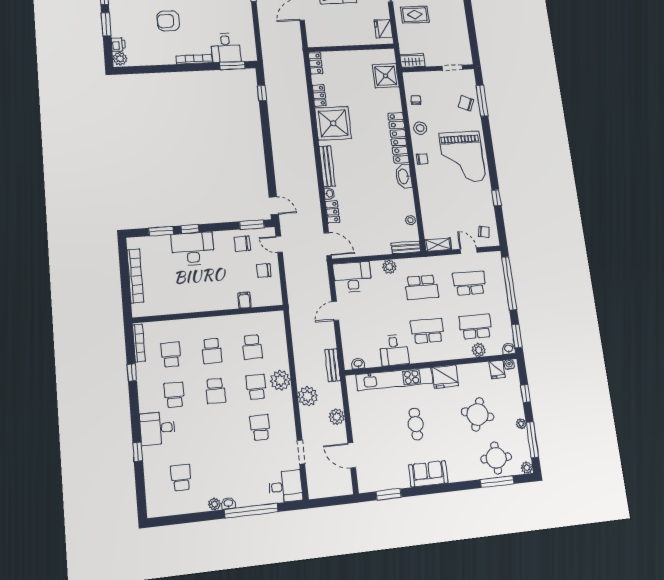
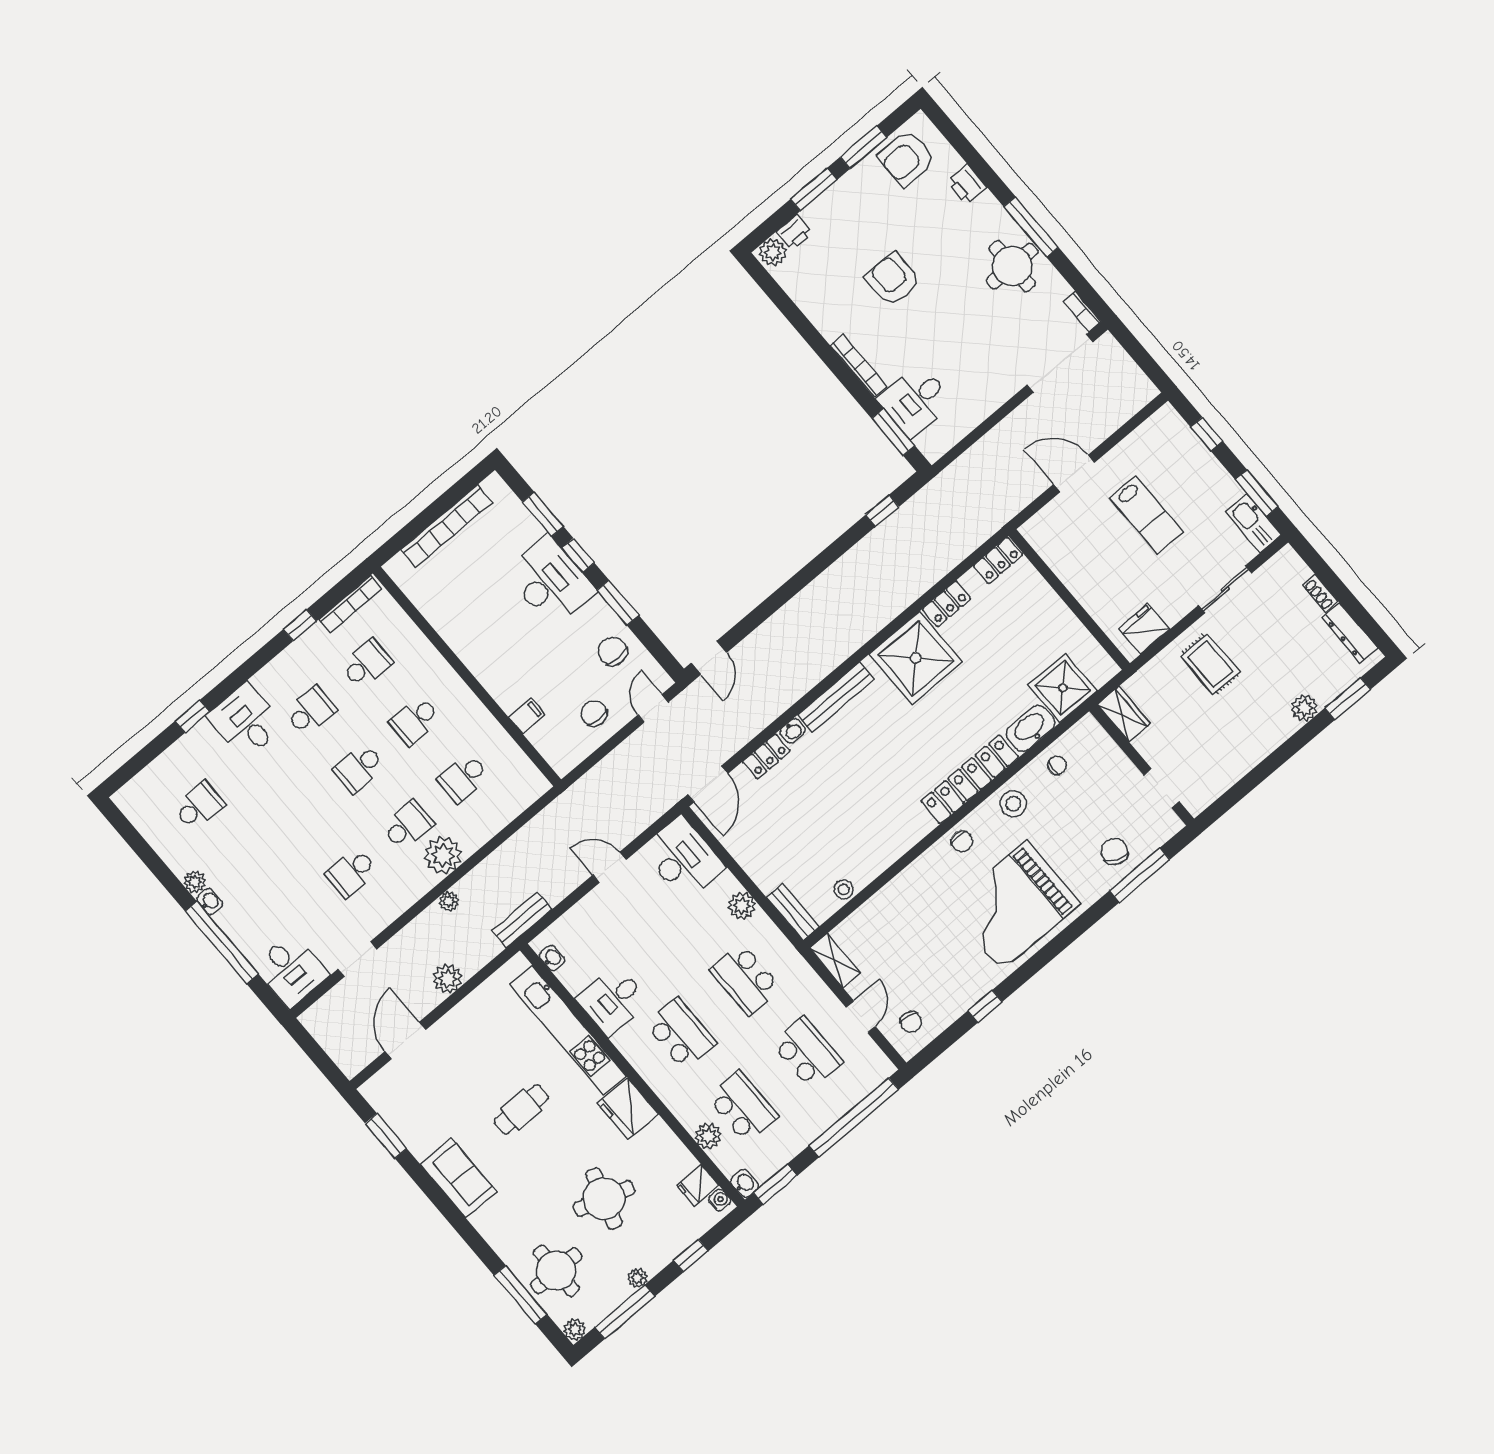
washbasin: (404, 176) -> (1030, 728), moved
window: (252, 225) -> (618, 603), moved
plant: (308, 396) -> (449, 901), width x0.53, depth x0.53
school desk: (260, 427) -> (352, 873), turned 180

